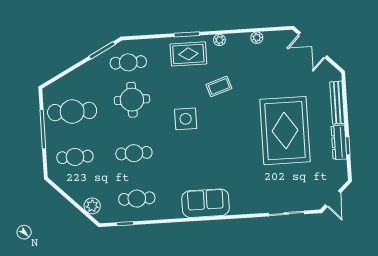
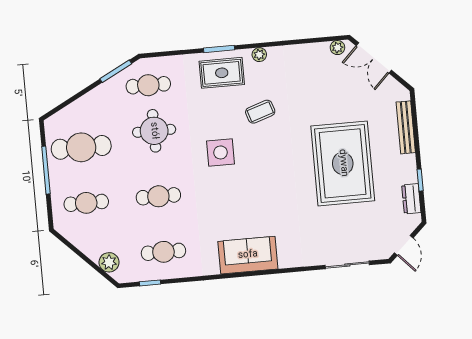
plant: (257, 38) -> (337, 48), moved
dresser: (339, 142) -> (411, 199), moved, width x0.70

